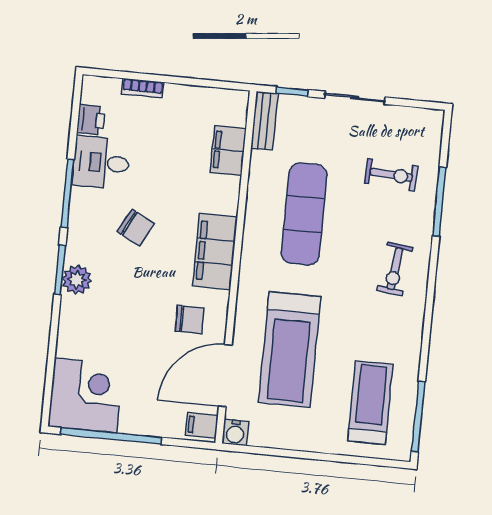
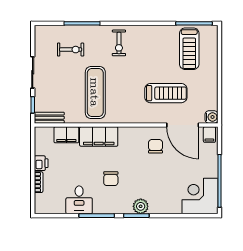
printer: (91, 120) -> (41, 163), moved, turned 90
exercise bike: (391, 175) -> (71, 50), turned 87
exercise mat: (304, 214) -> (95, 92), turned 90
chair: (136, 228) -> (111, 179), turned 152
filing cabinet: (215, 252) -> (99, 136), moved
exercise bike: (395, 269) -> (119, 43), turned 83
treadmill: (290, 350) -> (166, 93), width x0.73, depth x0.73
treadmill: (370, 403) -> (189, 49), turned -90

